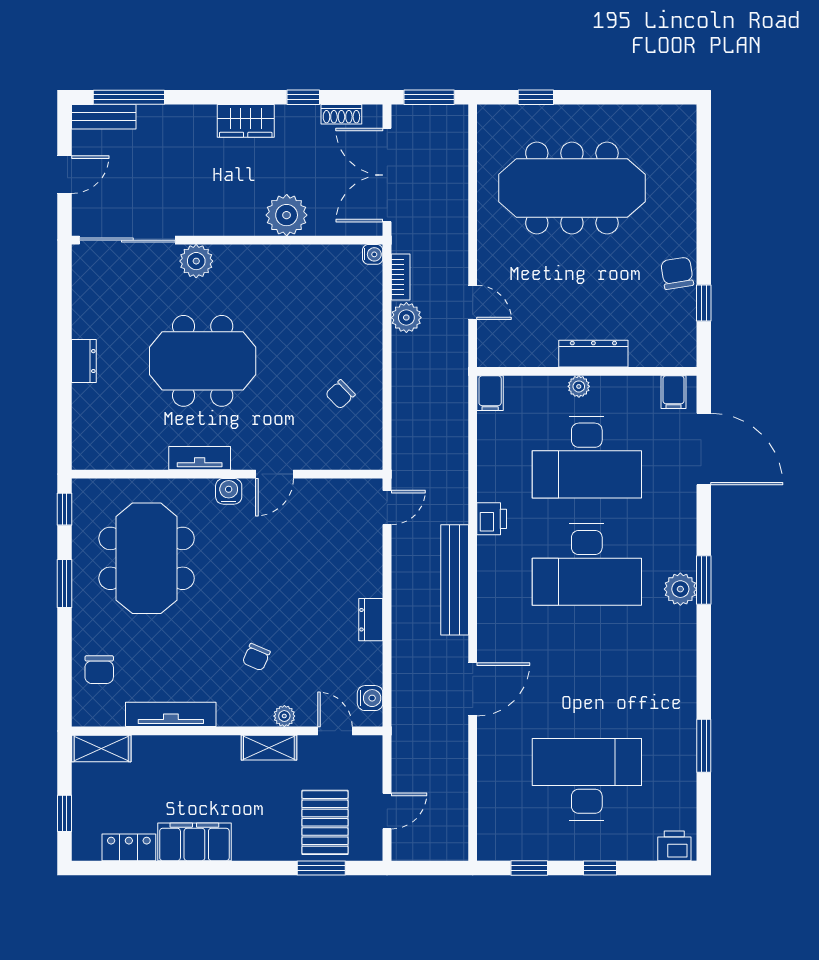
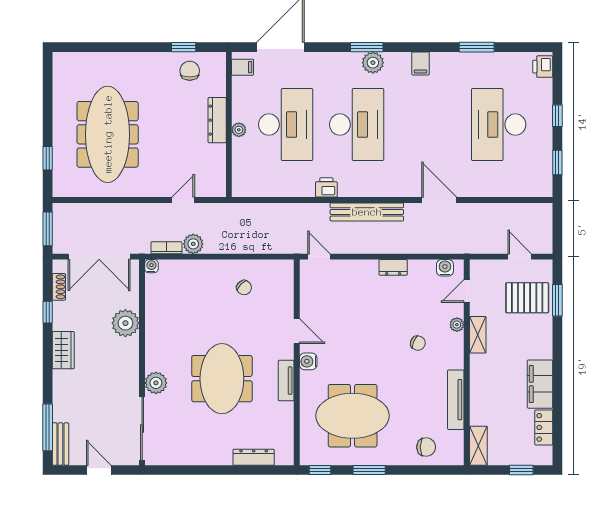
chair: (677, 273) -> (190, 71), moved, turned 99
dresser: (84, 361) -> (254, 457), moved, width x1.44
filing cabinet: (490, 393) -> (421, 63), moved, turned 90

